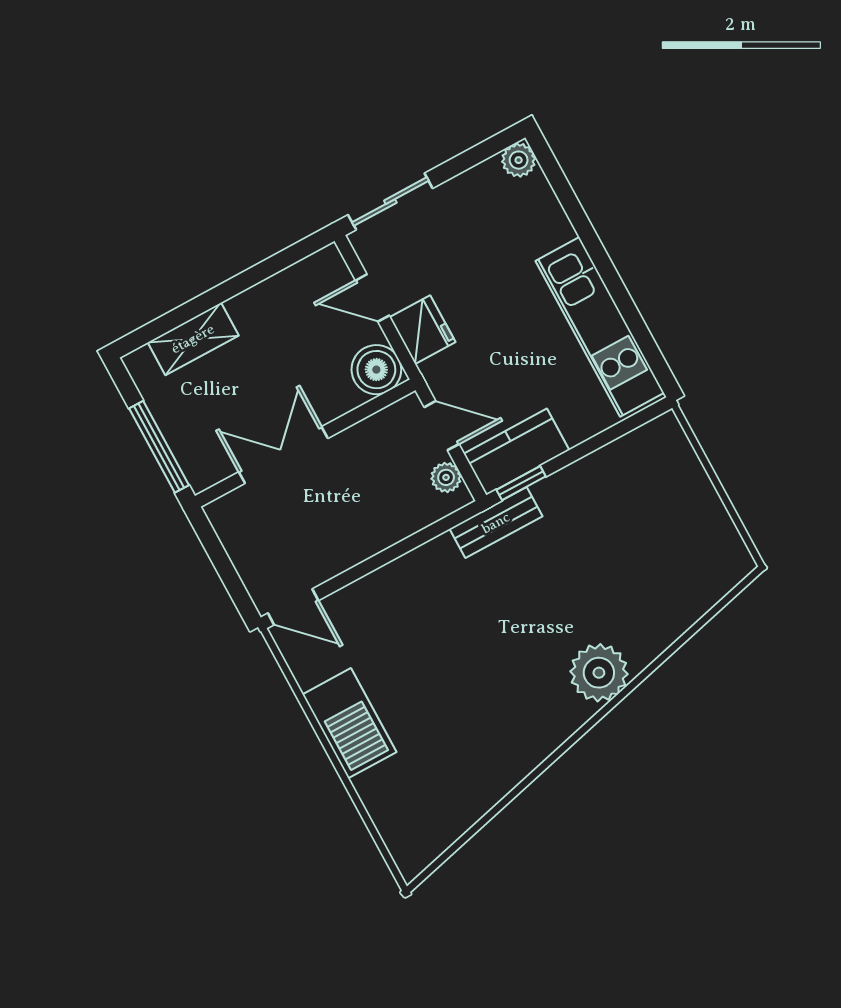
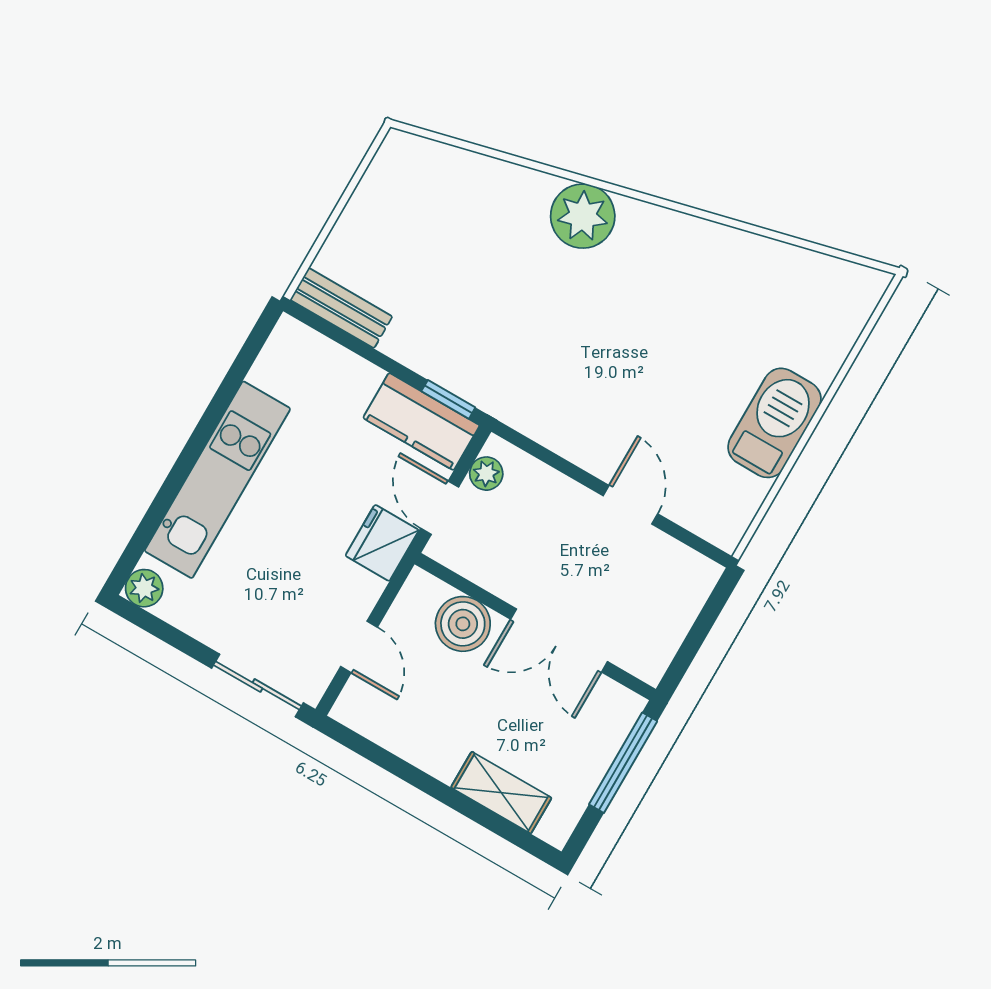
kitchen unit: (600, 327) -> (217, 480), moved
fridge: (423, 330) -> (382, 543), moved
boiler: (376, 370) -> (463, 624), moved
bench: (496, 523) -> (341, 308), moved
door: (293, 607) -> (630, 505), moved

